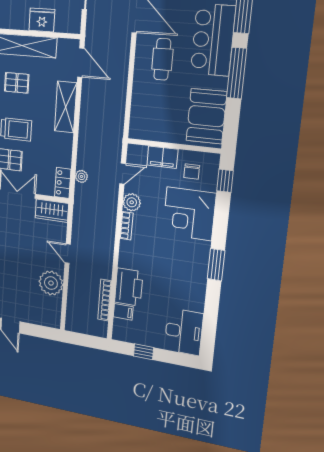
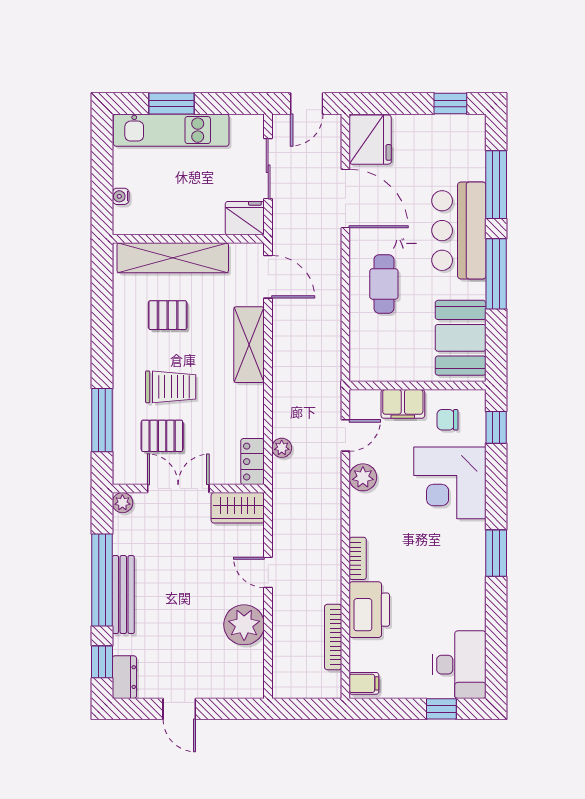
fridge: (42, 20) -> (245, 218), moved
cafe table: (162, 59) -> (384, 284), moved
chair: (192, 171) -> (447, 420), turned 90
bookcase: (126, 226) -> (358, 558), moved
filing cabinet: (123, 312) -> (364, 683), moved
window: (144, 352) -> (441, 709), moved

